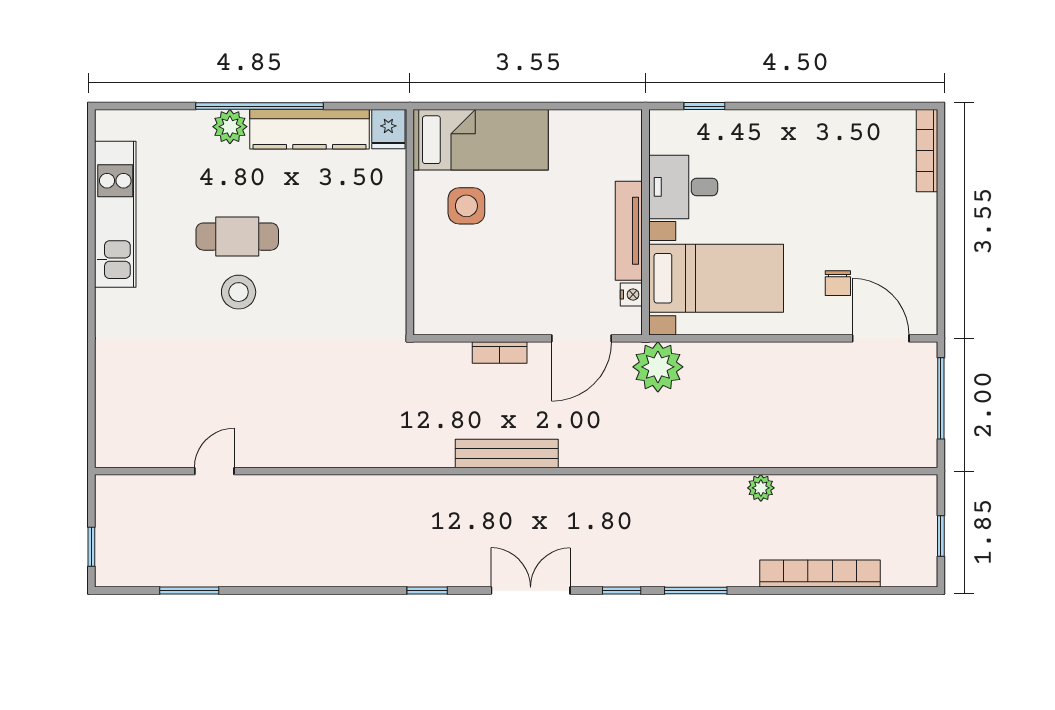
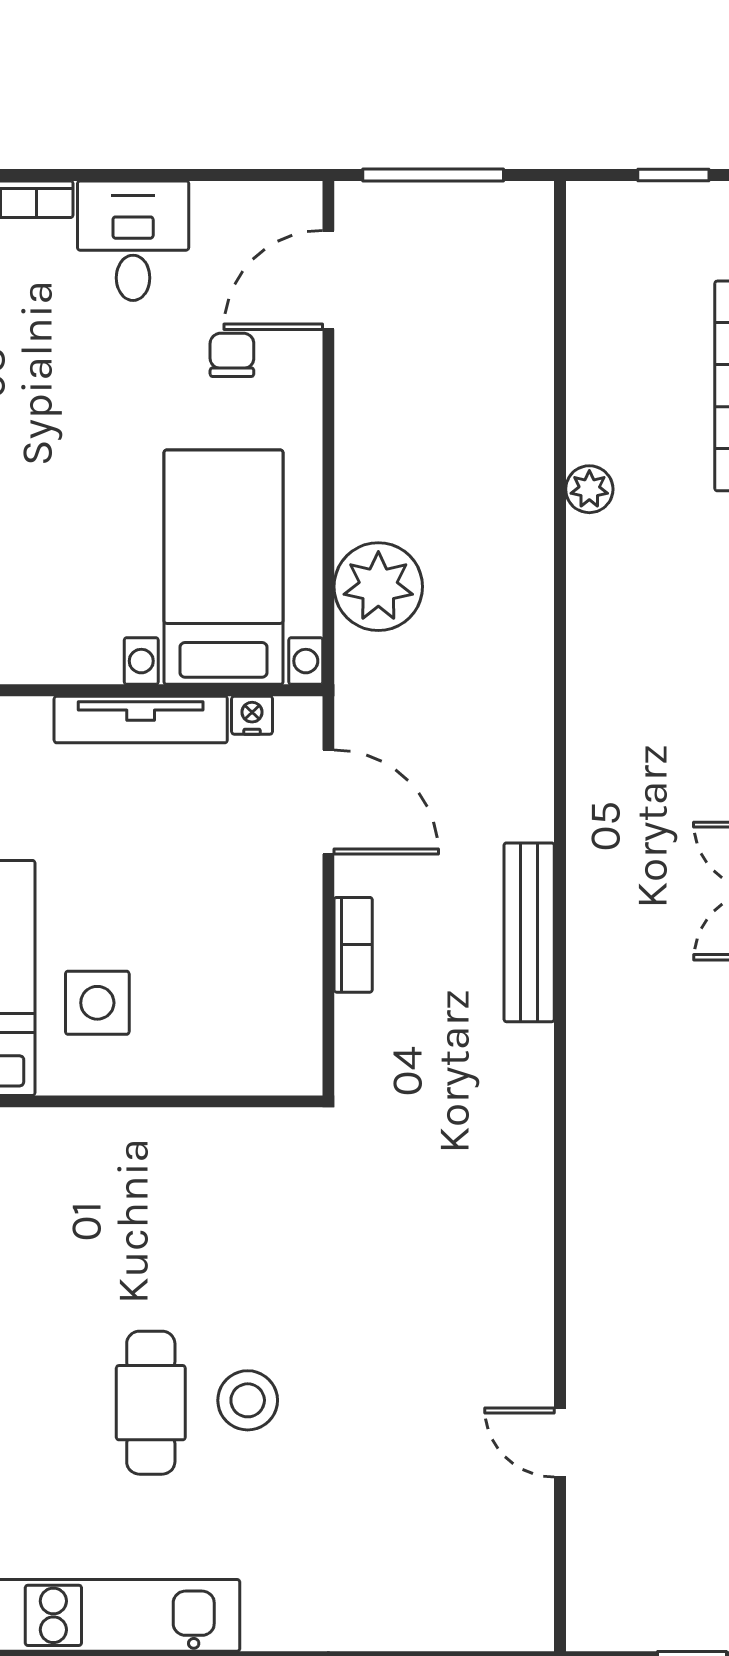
desk: (683, 187) -> (133, 241), moved, turned 180
chair: (838, 283) -> (232, 355), turned -90
plant: (658, 367) -> (378, 587), moved

